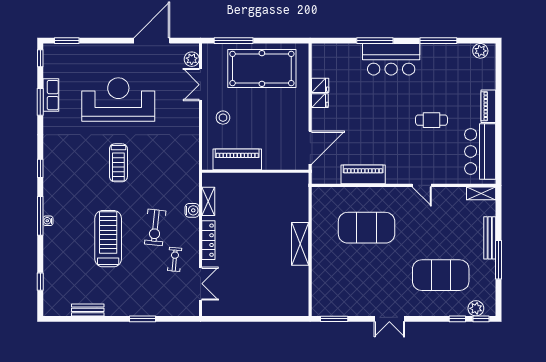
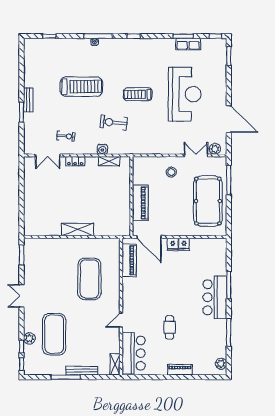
fridge: (320, 85) -> (173, 244), moved
bar counter: (480, 151) -> (134, 353), moved, turned 90
piano: (237, 159) -> (140, 203), moved
piano: (363, 174) -> (129, 260), moved
exercise bike: (155, 227) -> (114, 123), moved
locker: (208, 240) -> (75, 161), width x0.66
plant: (476, 308) -> (29, 338), moved
bench: (88, 310) -> (28, 100), moved

